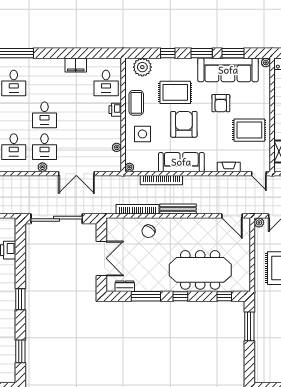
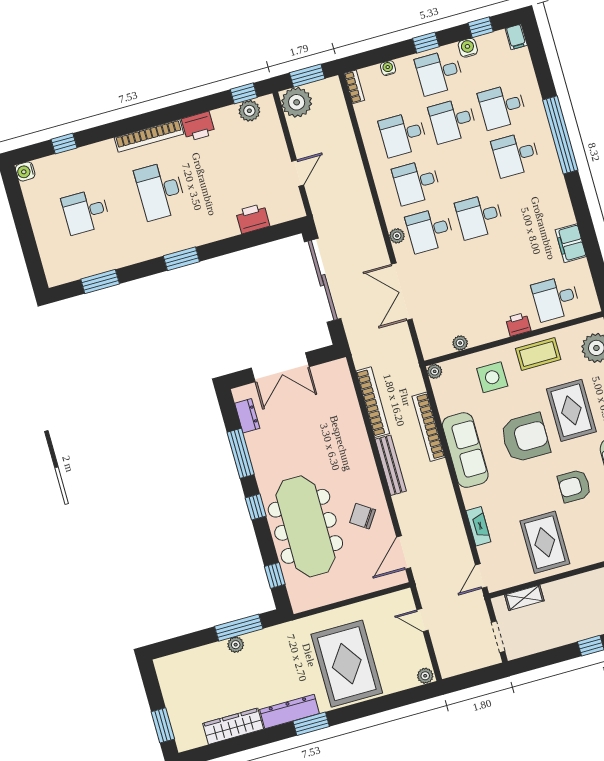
plant: (259, 223) -> (236, 645), moved
chair: (149, 231) -> (363, 516), moved

